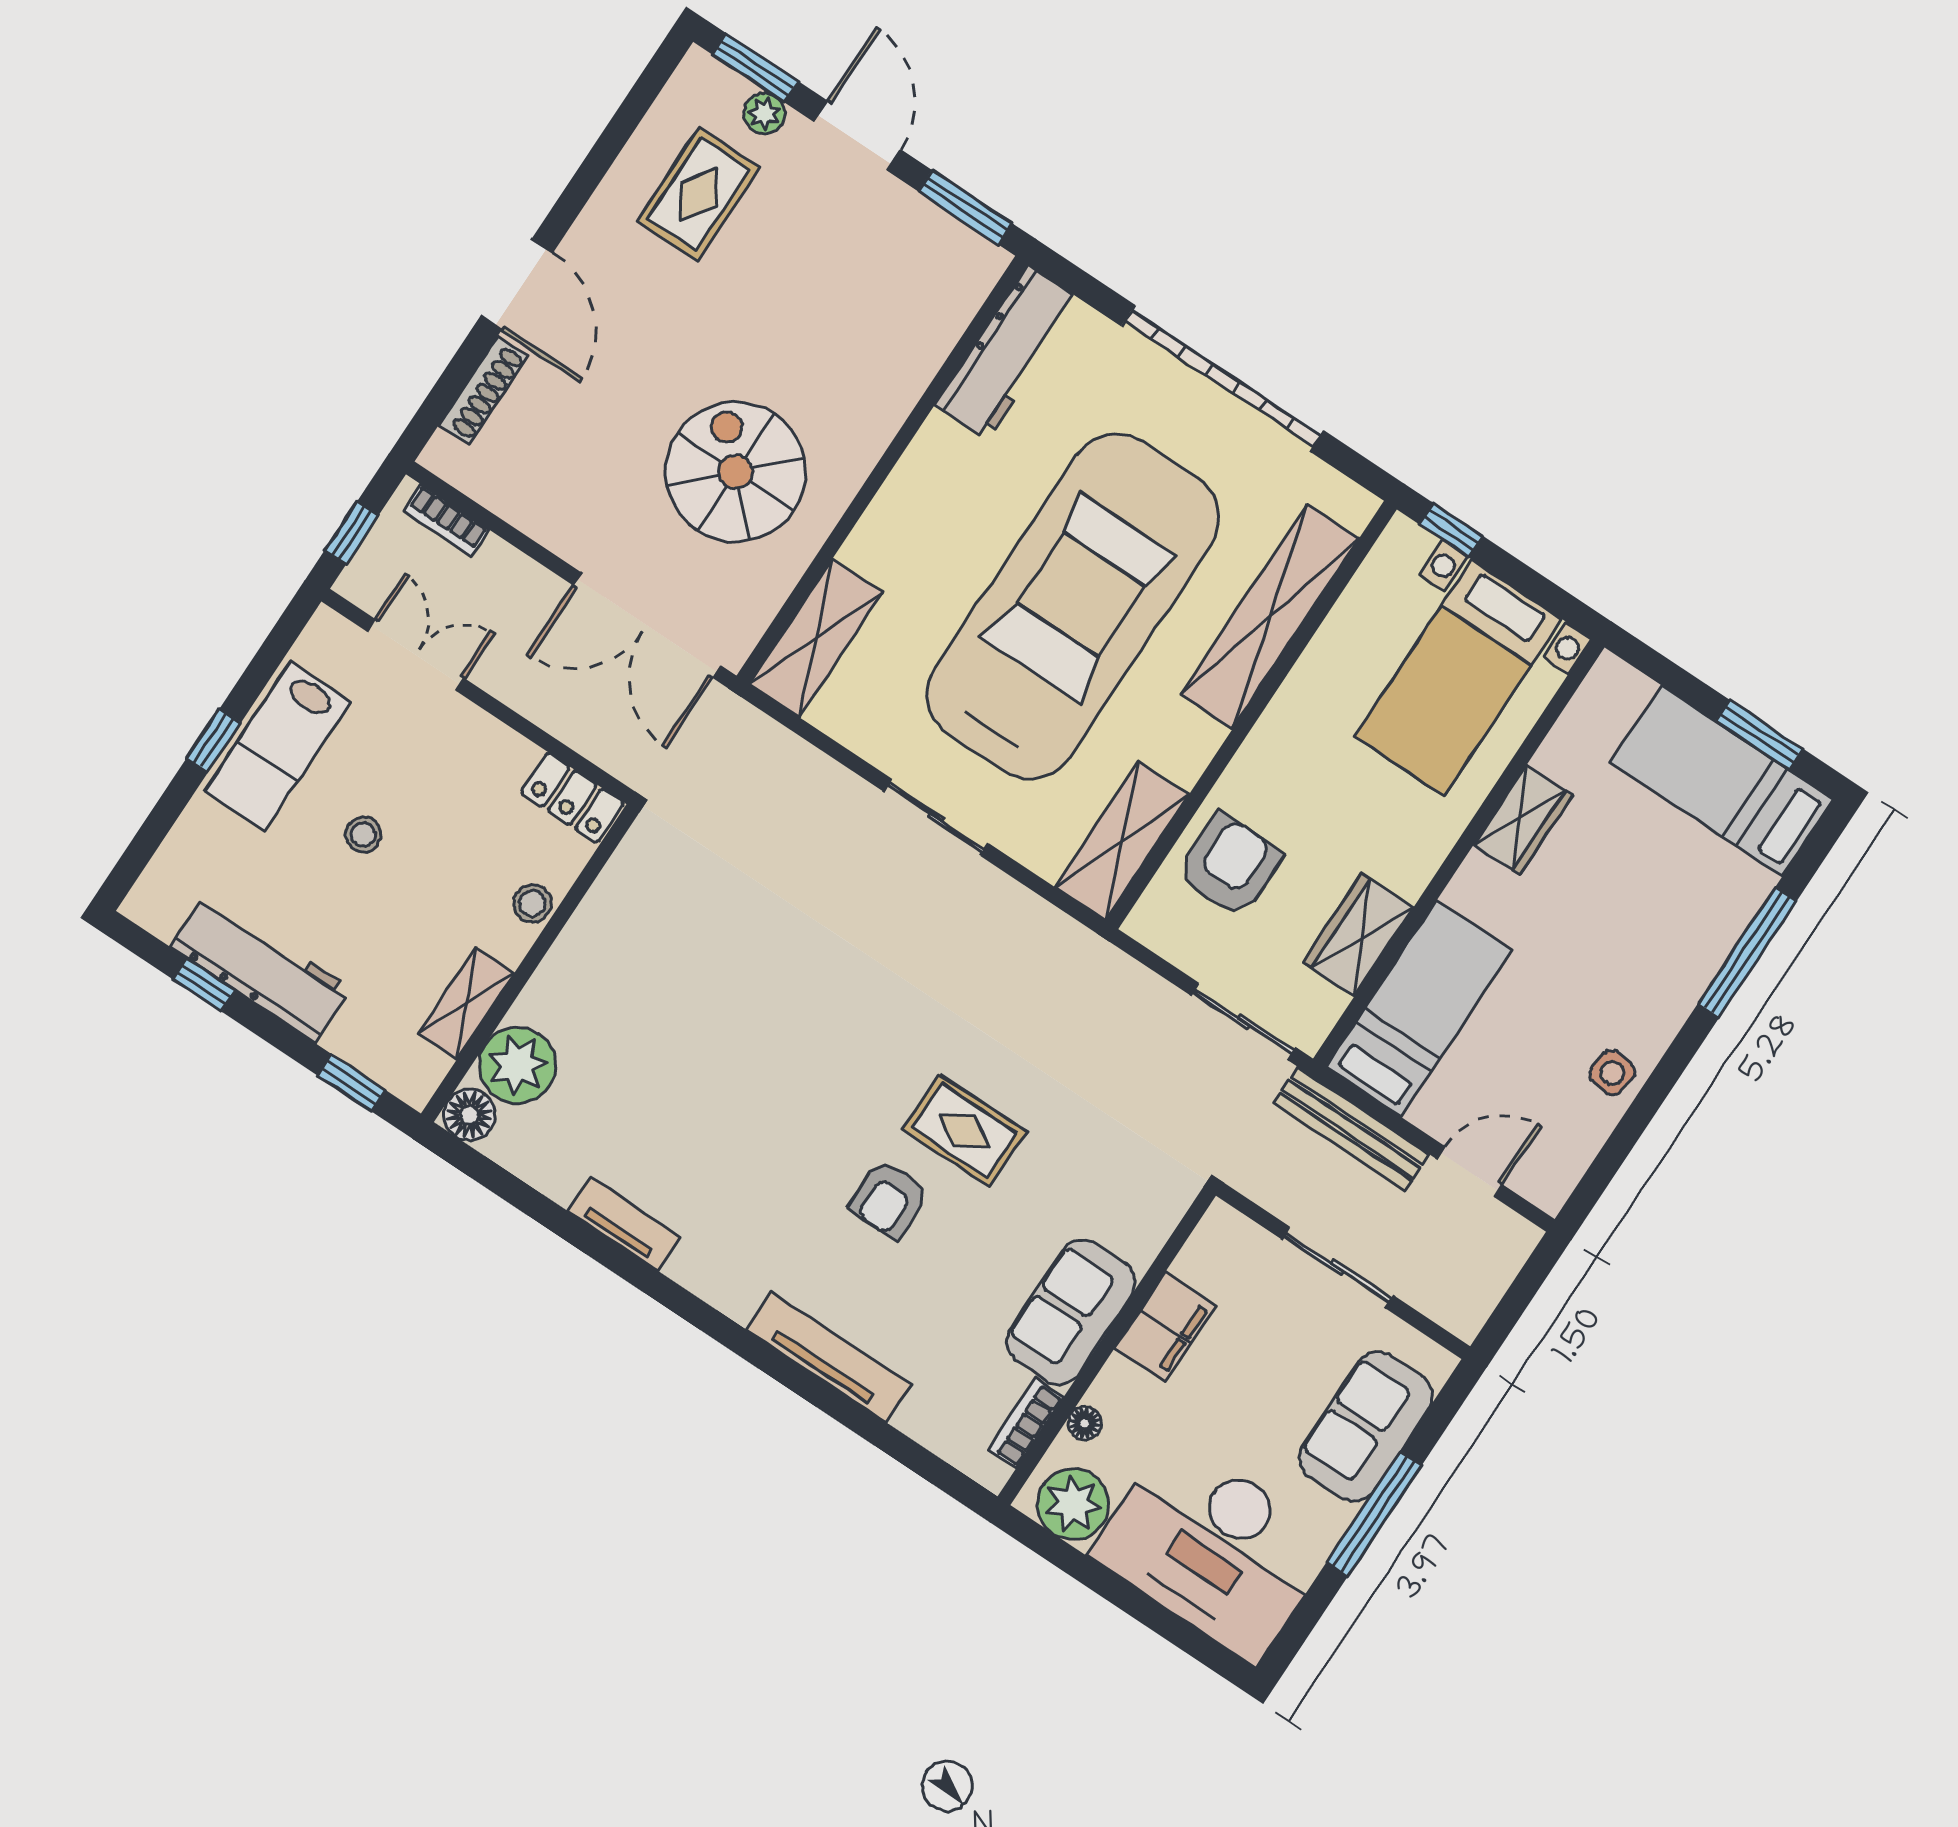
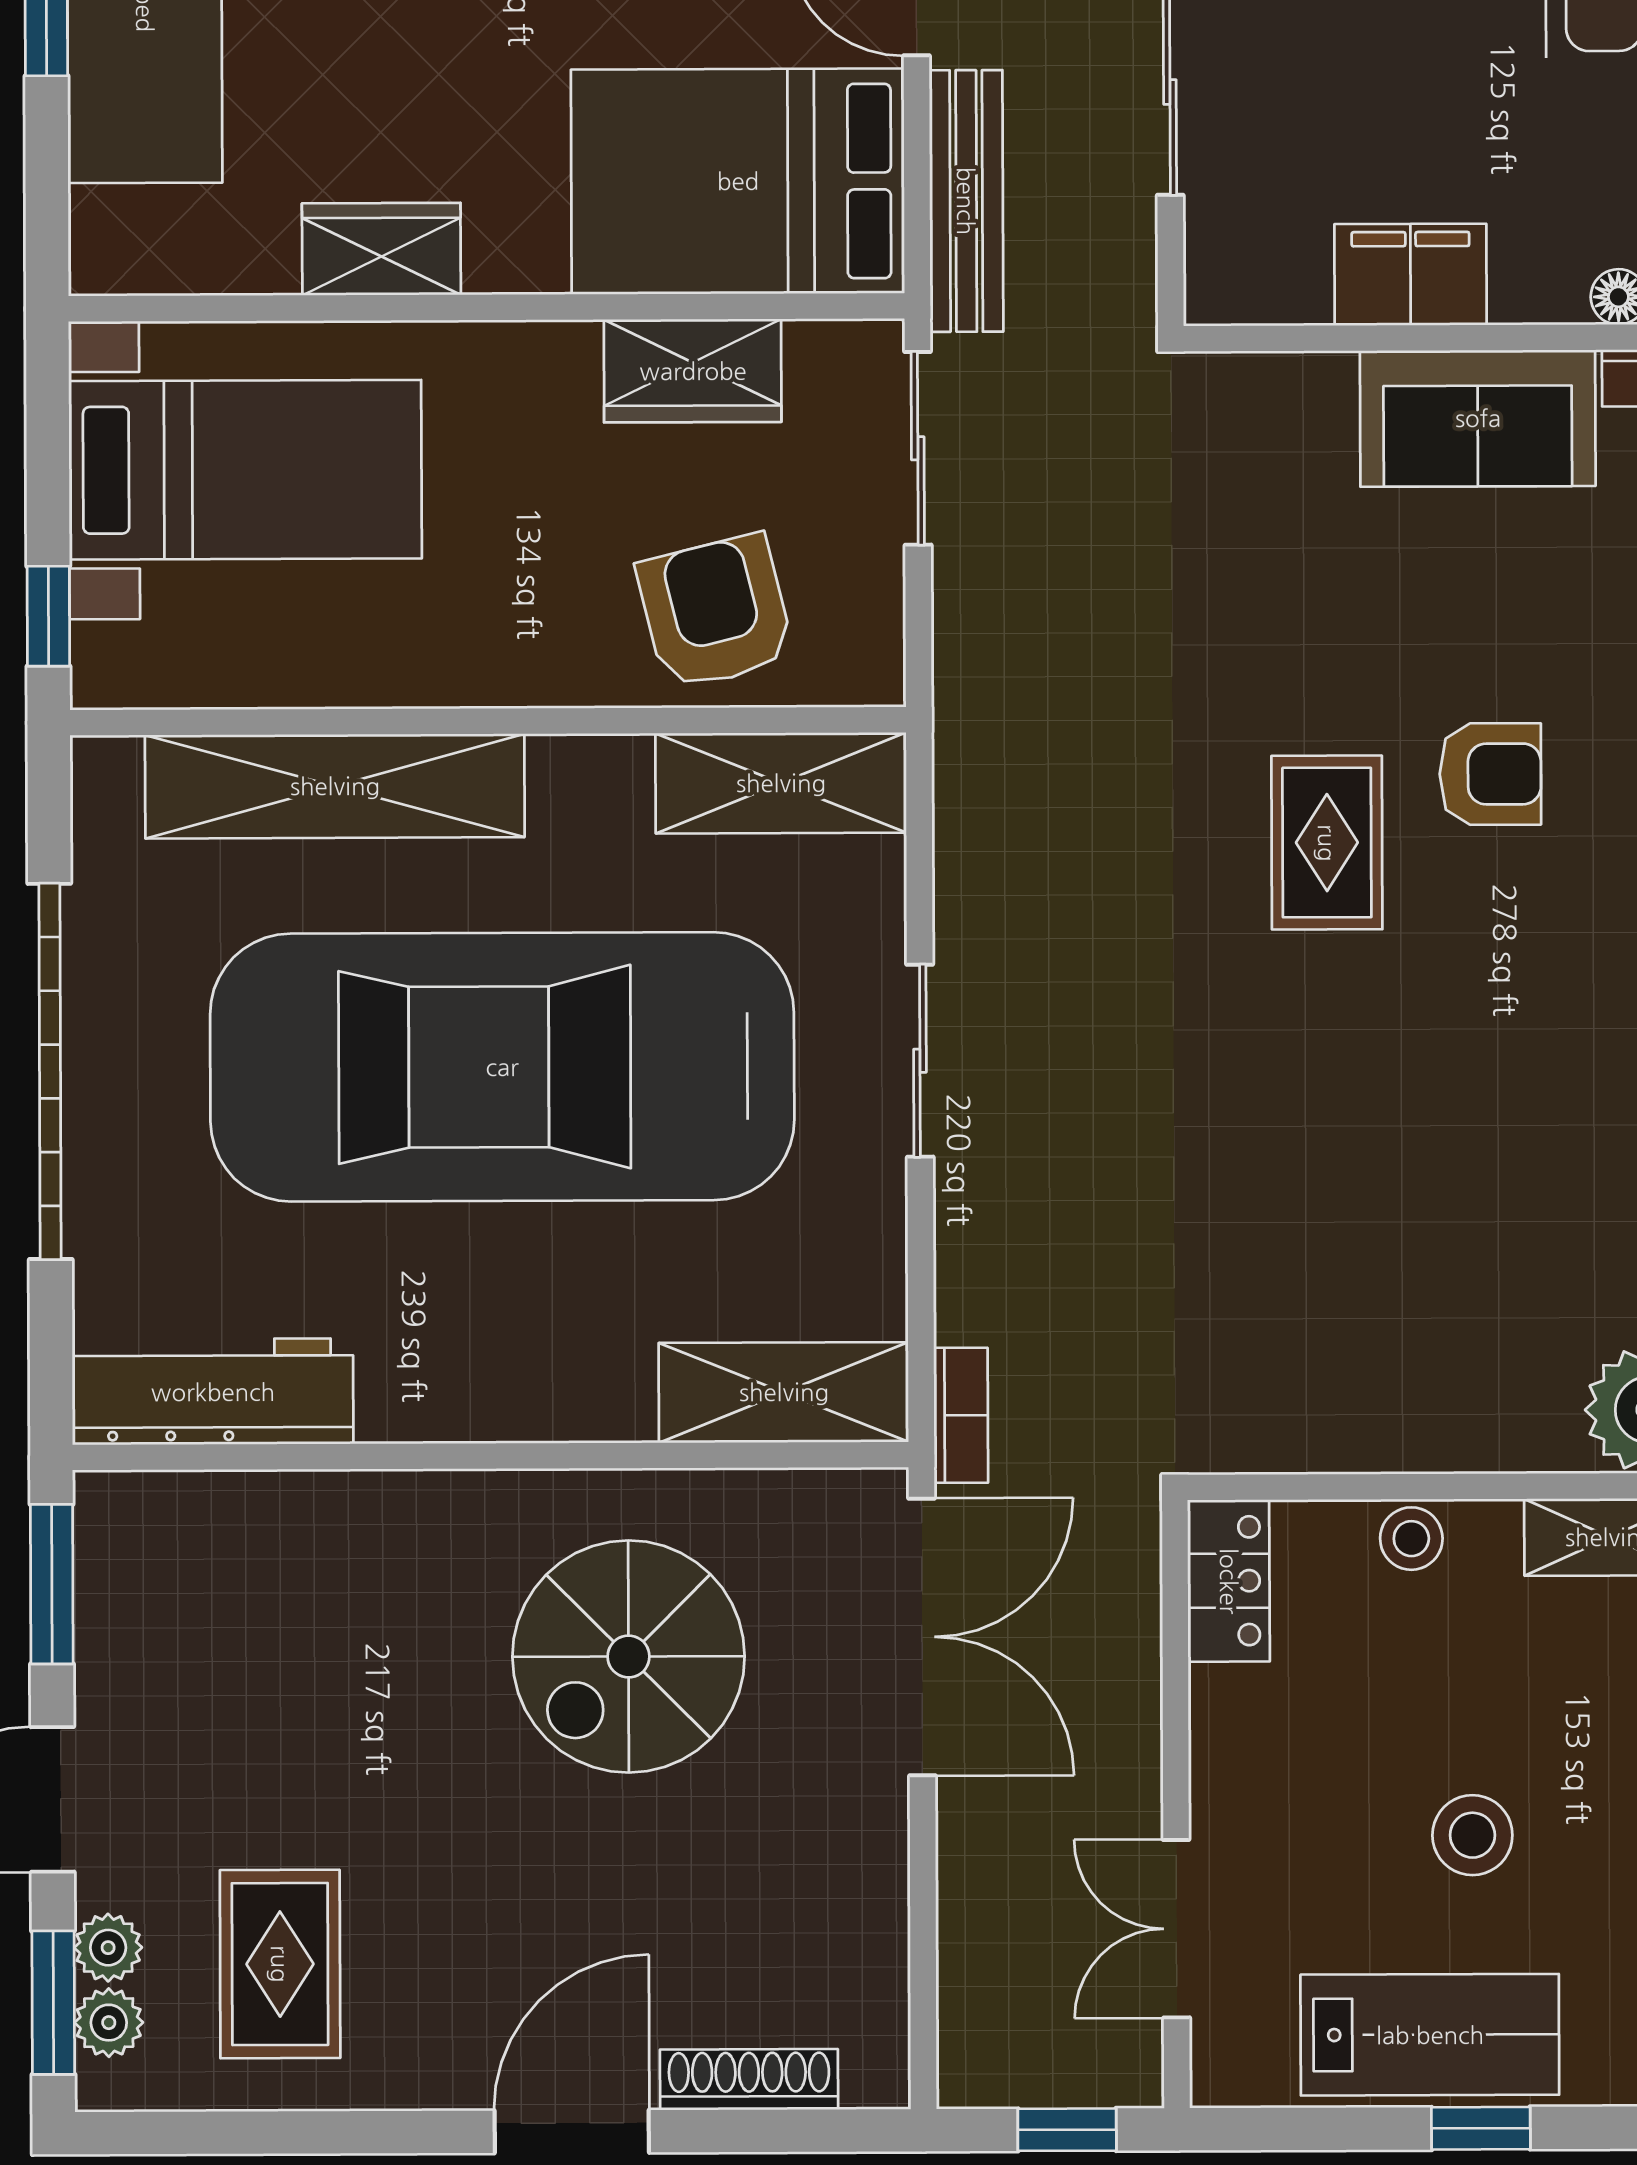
plant: (727, 89) -> (109, 2023), added
rug: (698, 194) -> (280, 1964), turned 90
bookcase: (446, 521) -> (961, 1415), moved
stool: (363, 835) -> (1472, 1835), width x1.37, depth x1.37
armchair: (1229, 865) -> (715, 612), turned 76
bed: (1419, 1008) -> (738, 181), width x1.50
rug: (965, 1131) -> (1327, 843), moved

